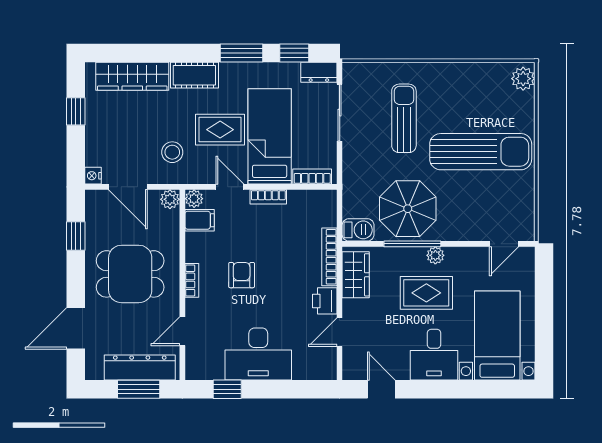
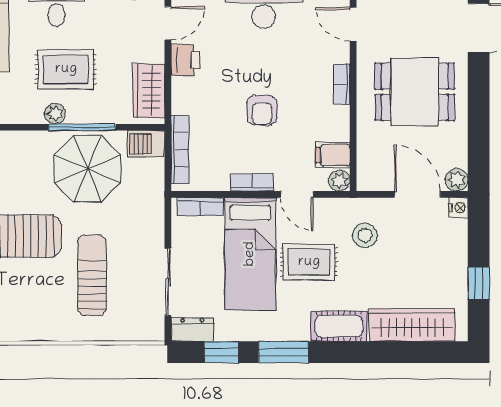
sun lounger: (404, 118) -> (92, 275), turned 180
plant: (170, 199) -> (457, 180), moved
window: (76, 236) -> (479, 137), removed
bookcase: (329, 257) -> (180, 150), moved
armchair: (242, 275) -> (262, 110), moved
door: (182, 331) -> (353, 24), swing flipped

